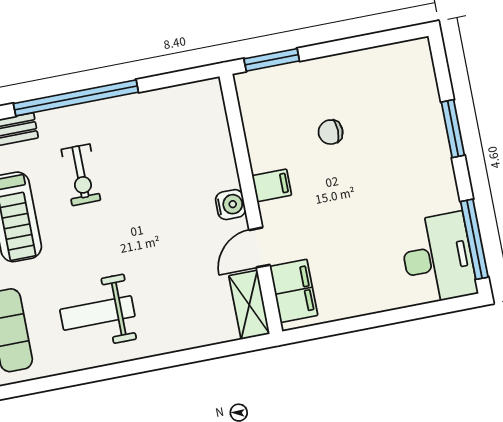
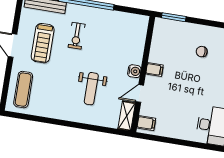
chair: (331, 132) -> (202, 52), moved
filing cabinet: (294, 291) -> (146, 123), width x0.50
weight bench: (97, 313) -> (91, 89), moved, turned -90

